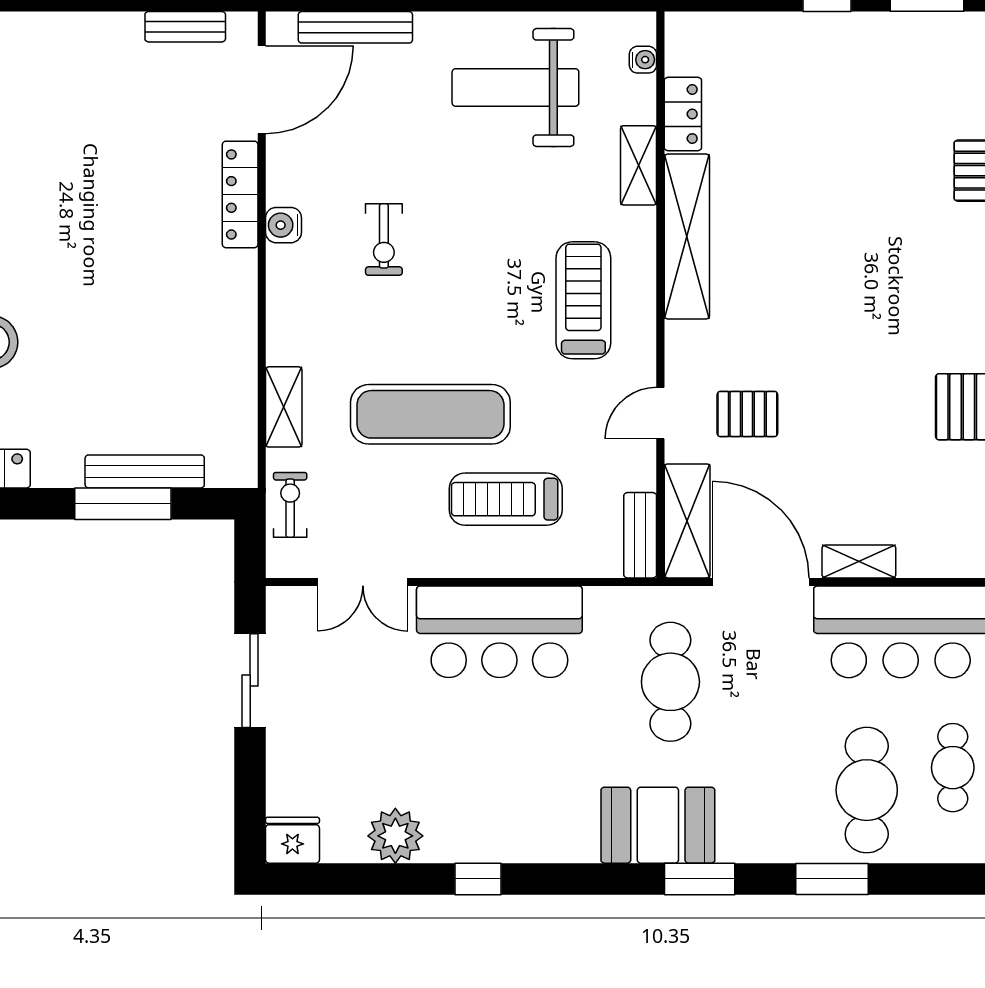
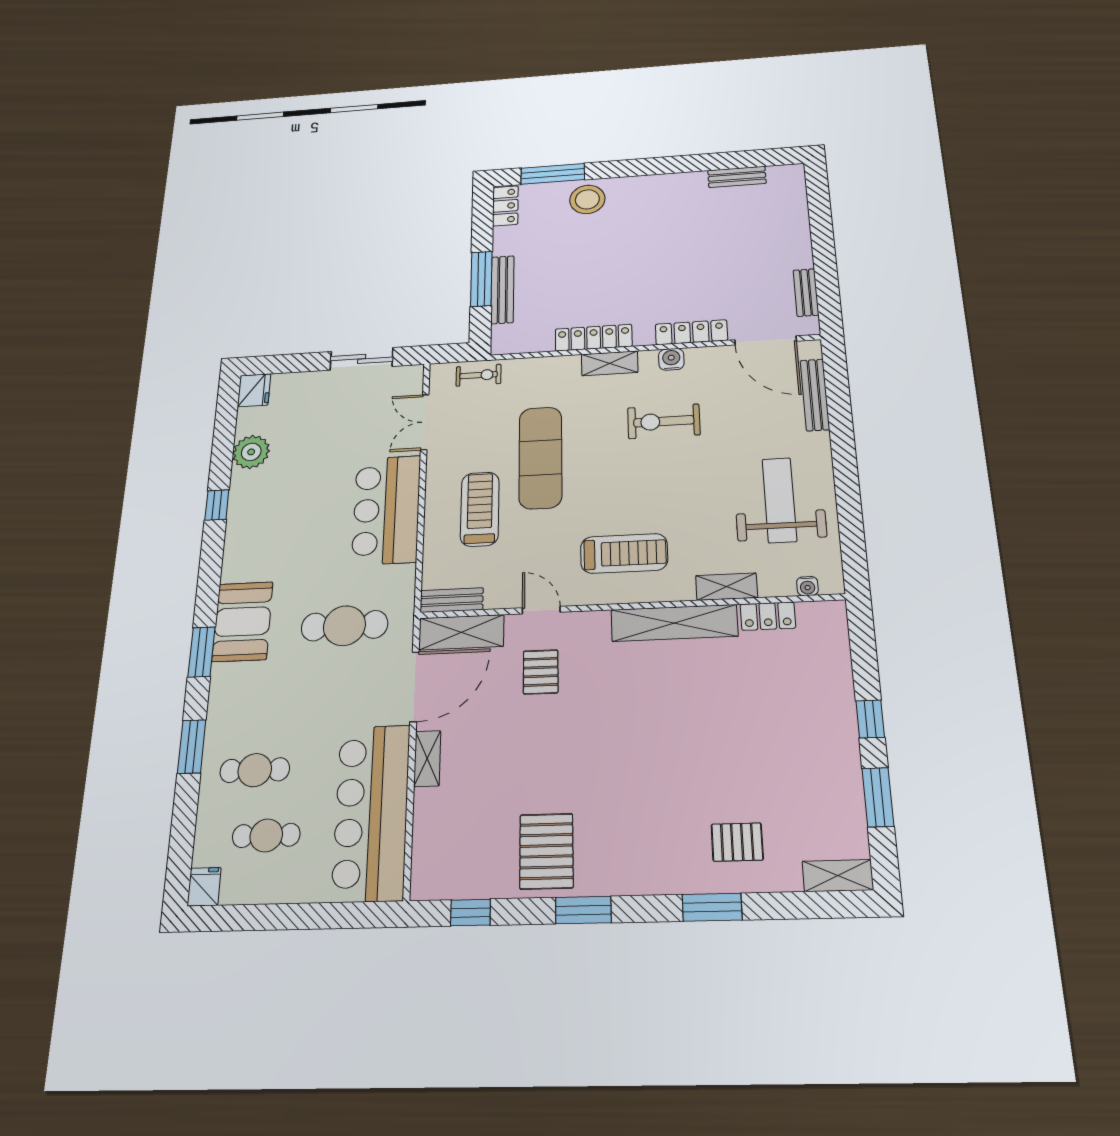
exercise bike: (384, 239) -> (664, 421), width x1.38, depth x1.39
locker: (239, 336) -> (594, 338), added
shelving: (284, 407) -> (610, 363), moved
cafe table: (867, 790) -> (255, 770), width x0.73, depth x0.74

